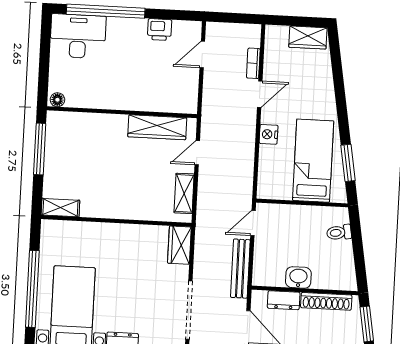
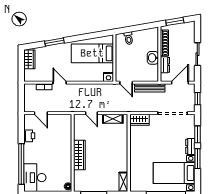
wardrobe: (157, 127) -> (79, 155), moved
nightstand: (269, 134) -> (108, 77), moved
window: (348, 163) -> (54, 42), moved

